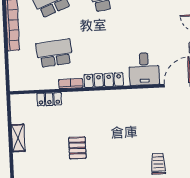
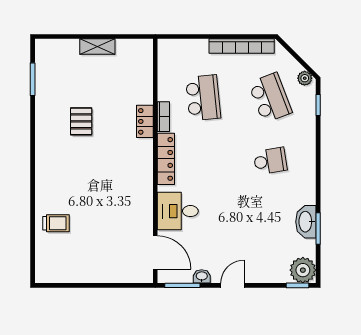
locker: (49, 99) -> (145, 121), moved
pallet: (77, 148) -> (81, 121), turned 90

